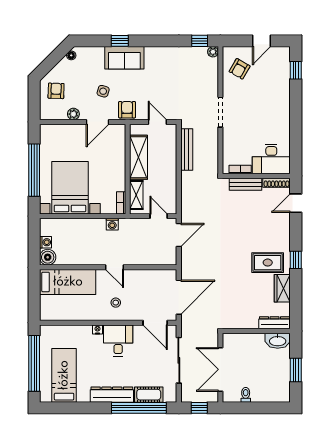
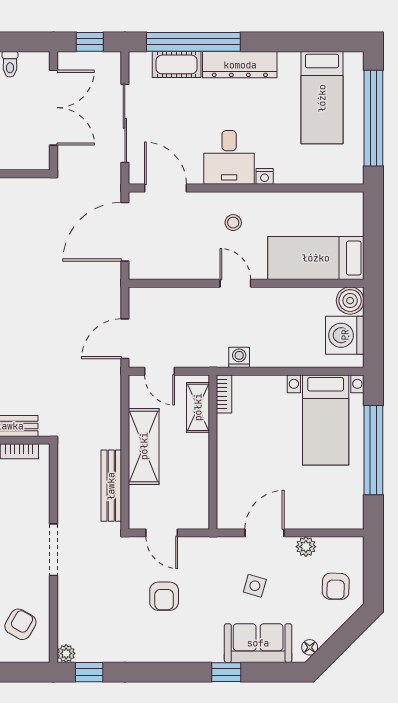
sofa: (124, 58) -> (258, 643), moved
armchair: (127, 110) -> (164, 596), moved
shelving: (139, 157) -> (144, 446), moved
bed with nightstands: (70, 188) -> (326, 420), width x0.73
washing machine: (46, 242) -> (345, 335), width x1.89, depth x1.89

